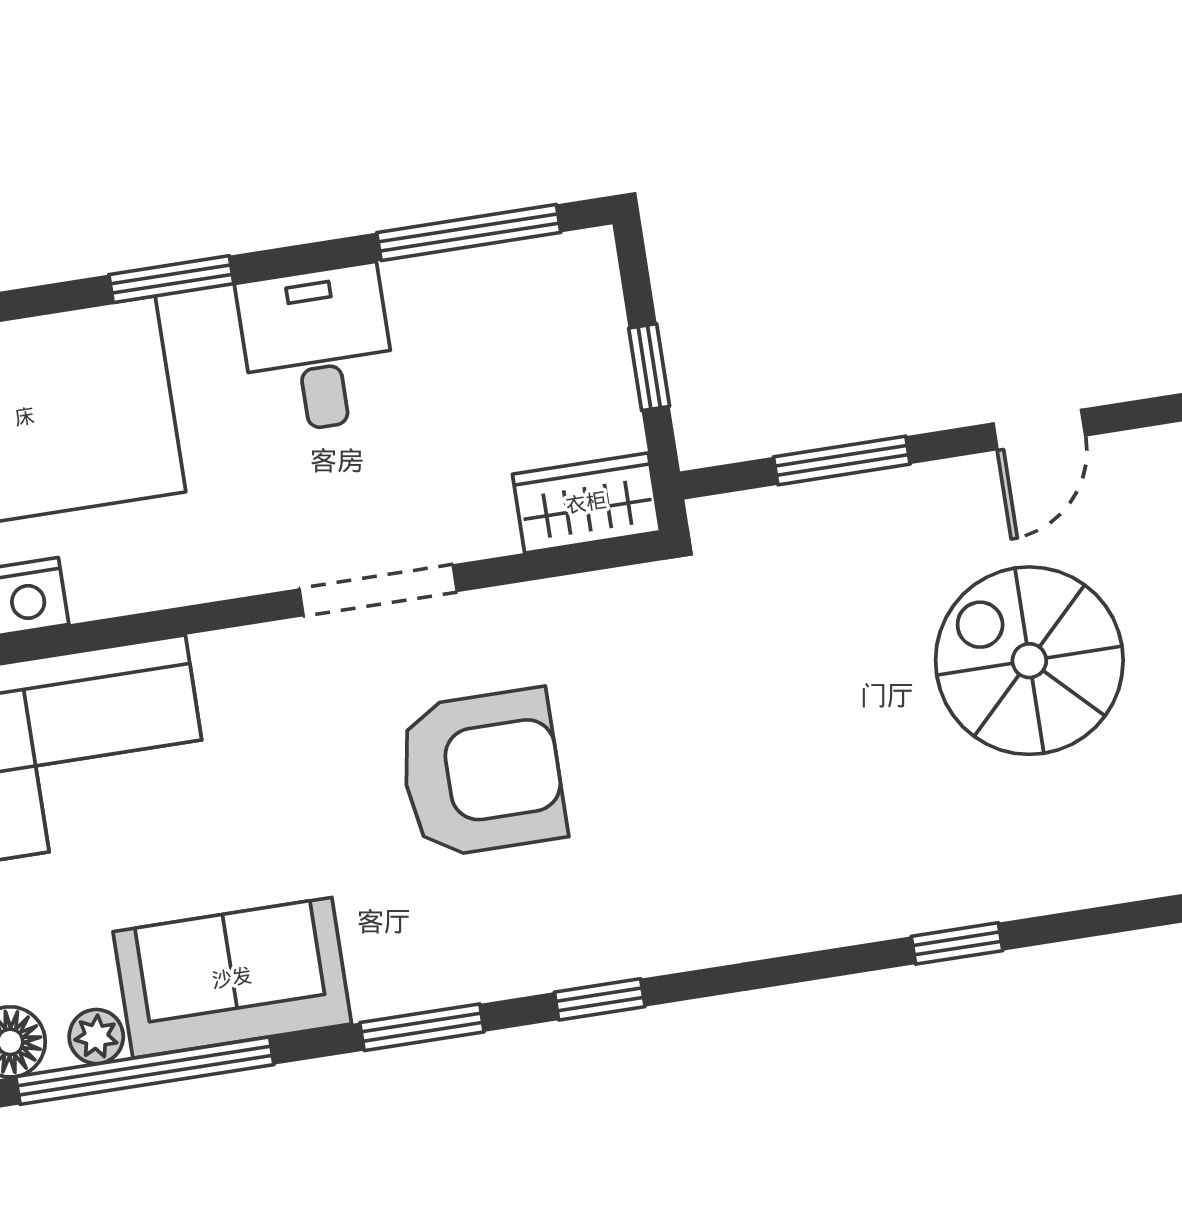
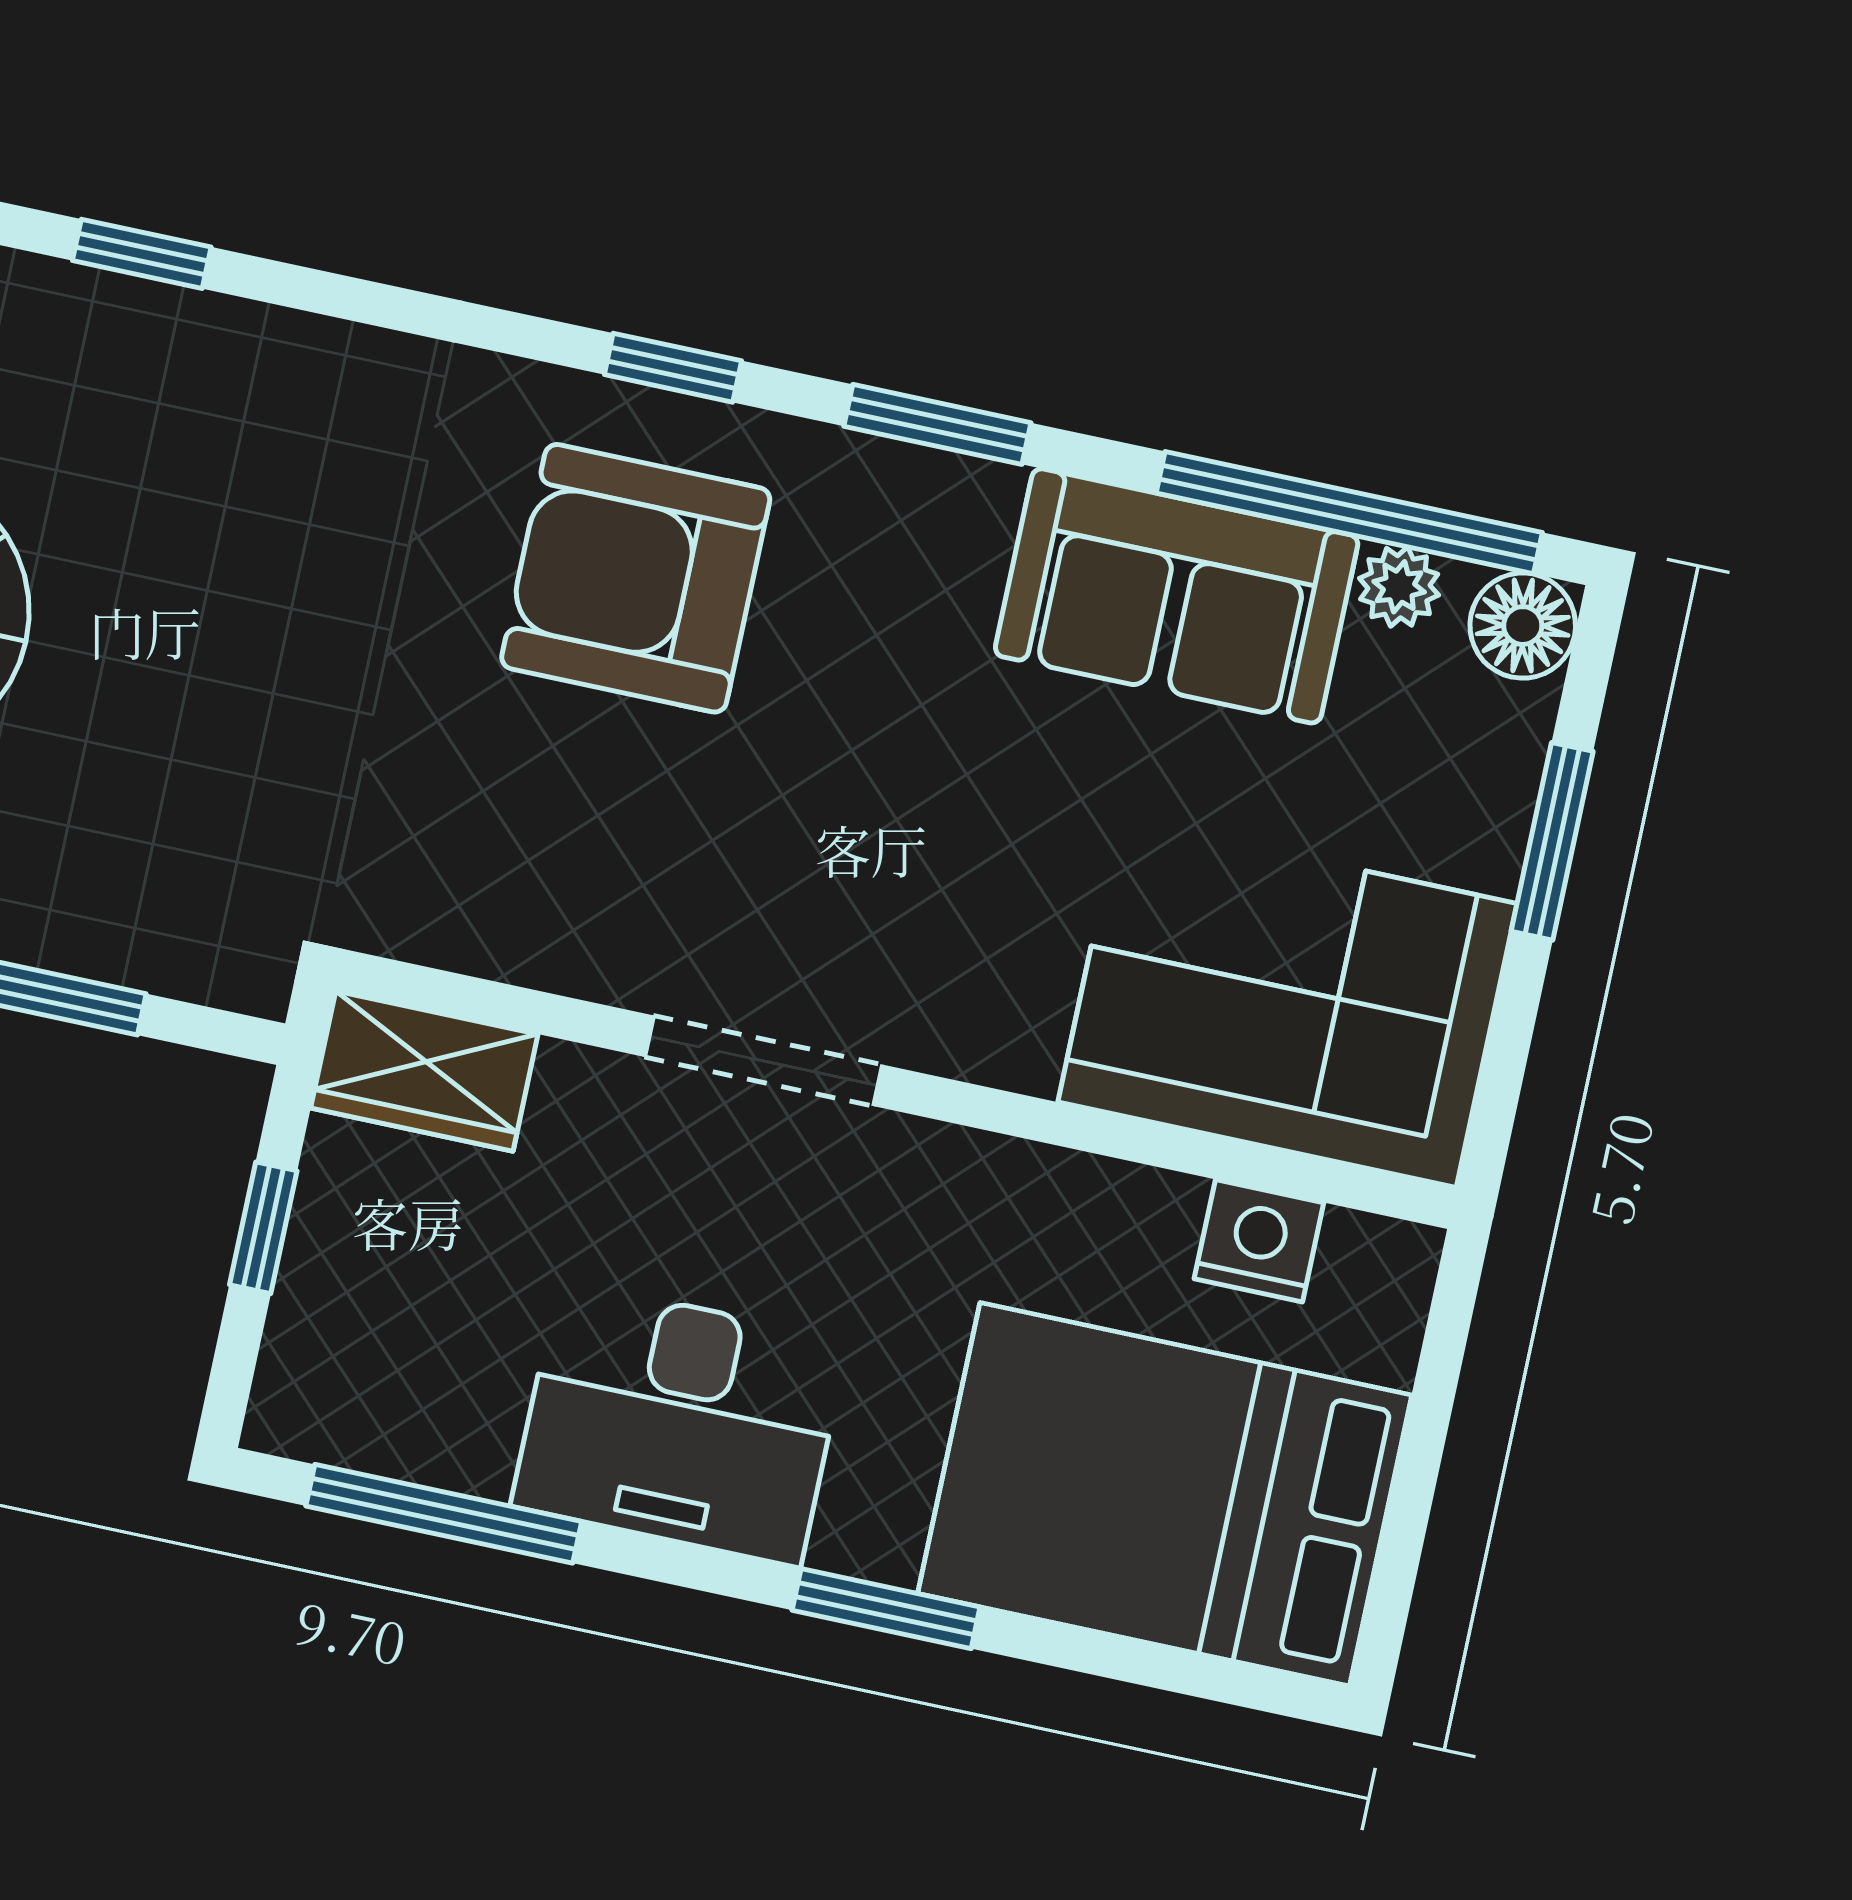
desk: (317, 349) -> (680, 1423), width x1.37
armchair: (482, 773) -> (636, 578), moved

